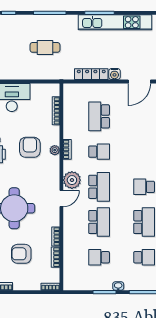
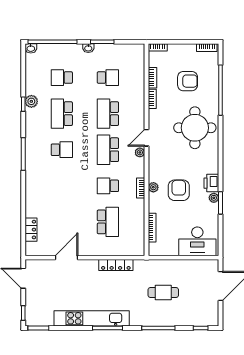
water cooler: (114, 74) -> (92, 265), removed
armchair: (30, 147) -> (179, 190), turned 180
plant: (72, 180) -> (140, 152), width x0.53, depth x0.53

